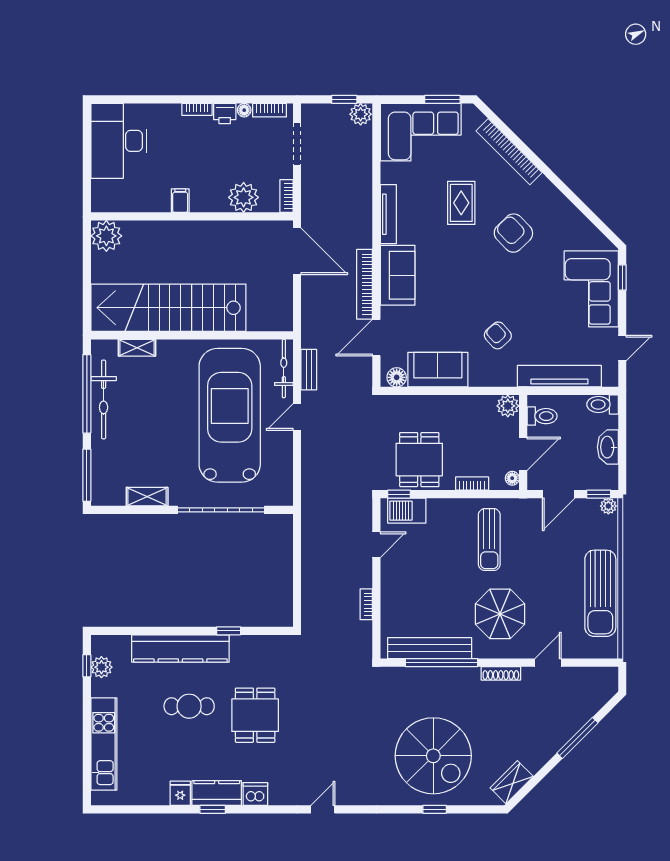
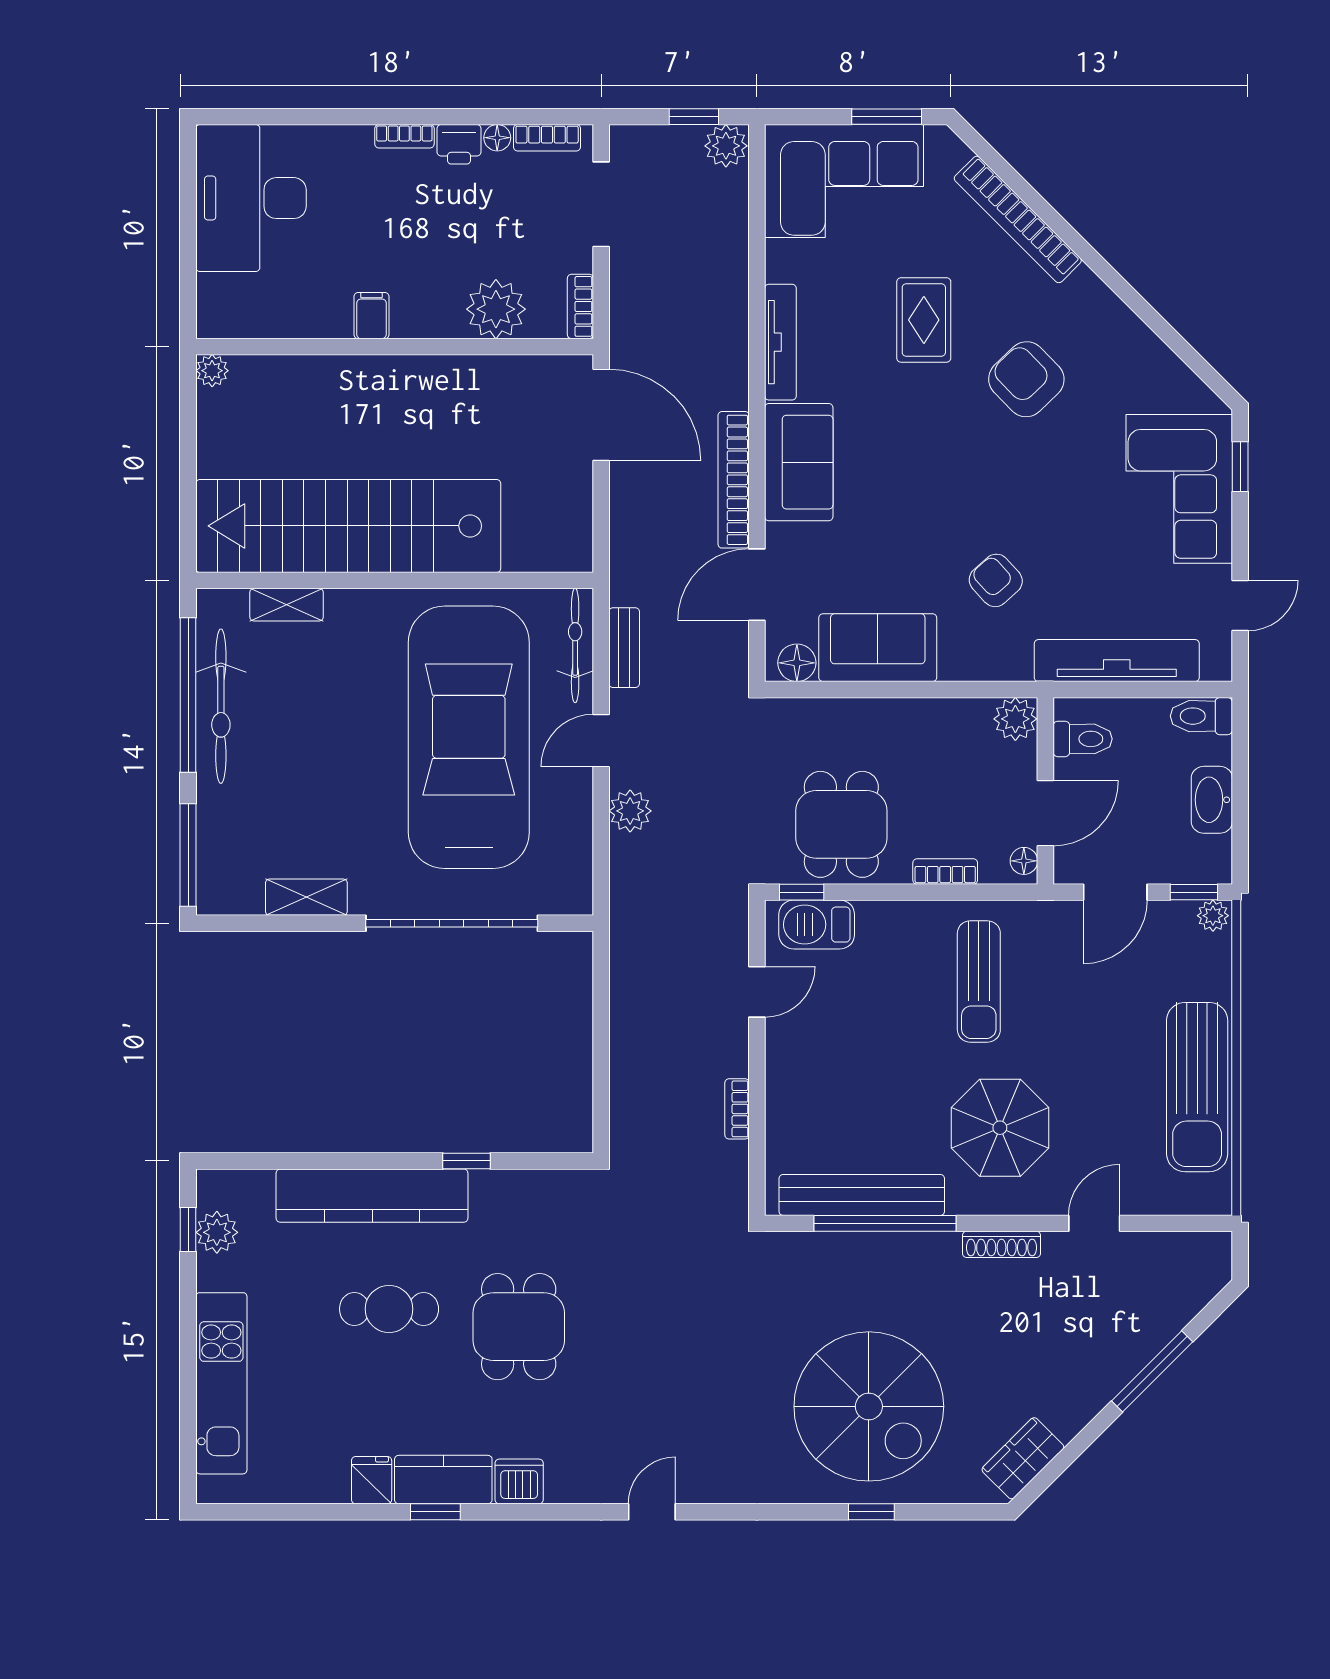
plant: (106, 236) -> (212, 371), width x0.53, depth x0.53
plant: (312, 453) -> (630, 811), added

